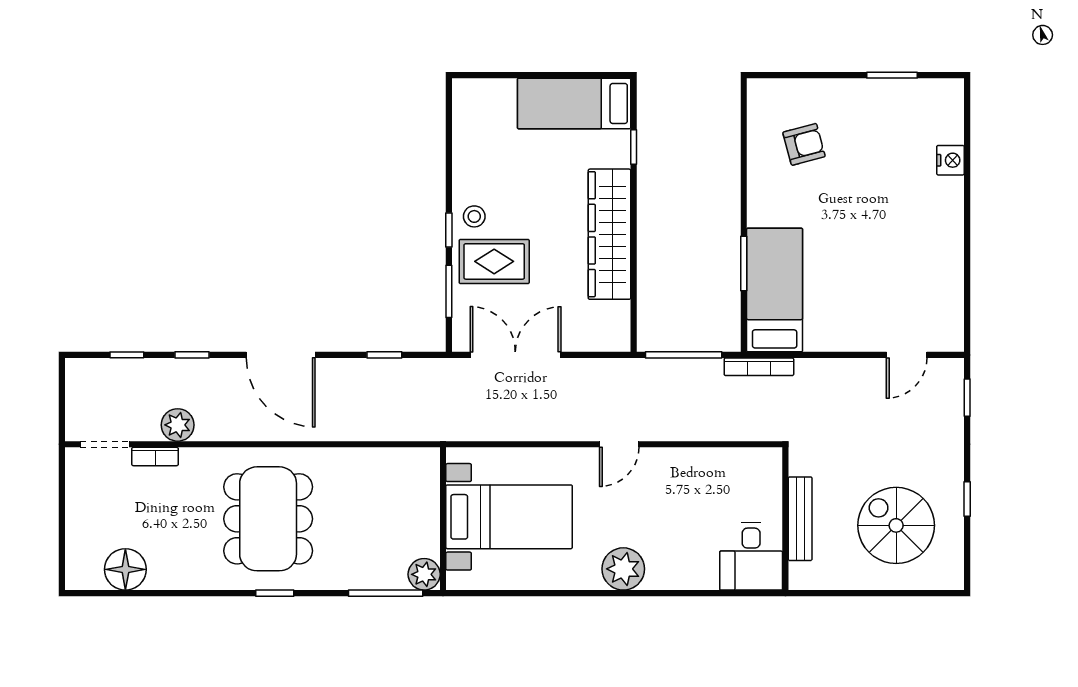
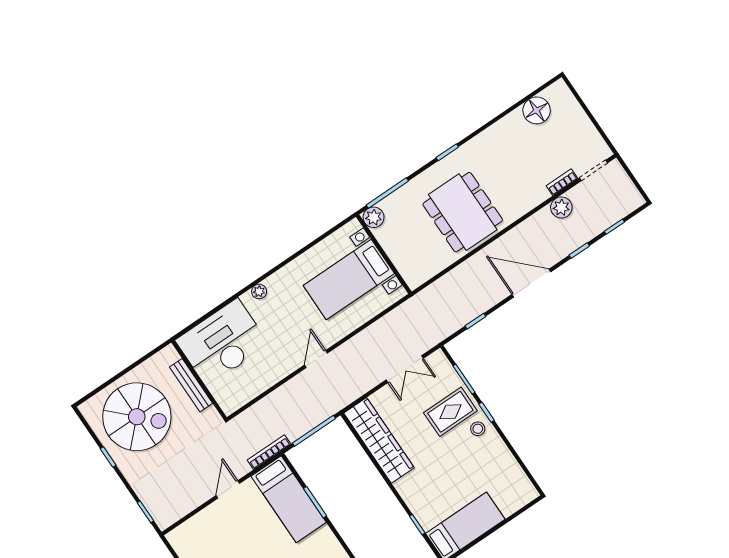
wardrobe: (609, 234) -> (379, 440), moved
double door: (515, 355) -> (405, 369), width x0.73
door: (907, 355) -> (228, 489), moved
dining table: (268, 519) -> (463, 212), moved
spiral stairs: (896, 525) -> (137, 417), width x1.37, depth x1.37
desk: (751, 556) -> (222, 342), width x1.87, depth x1.30
plant: (623, 569) -> (259, 291), width x0.53, depth x0.53

